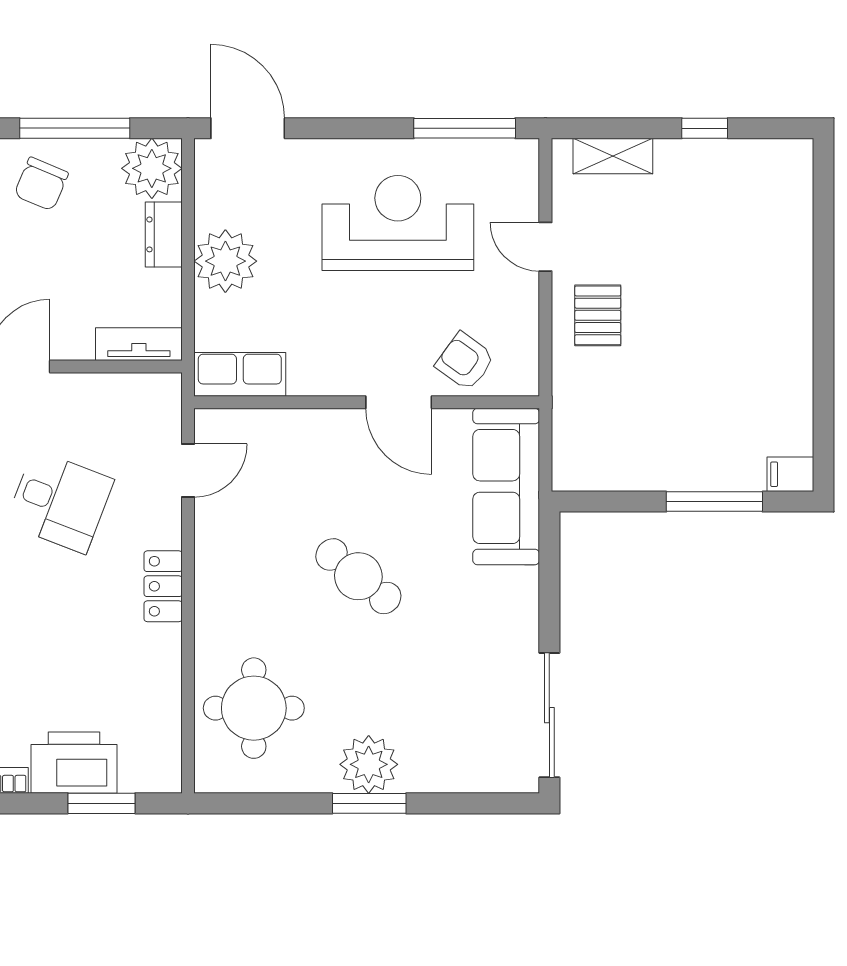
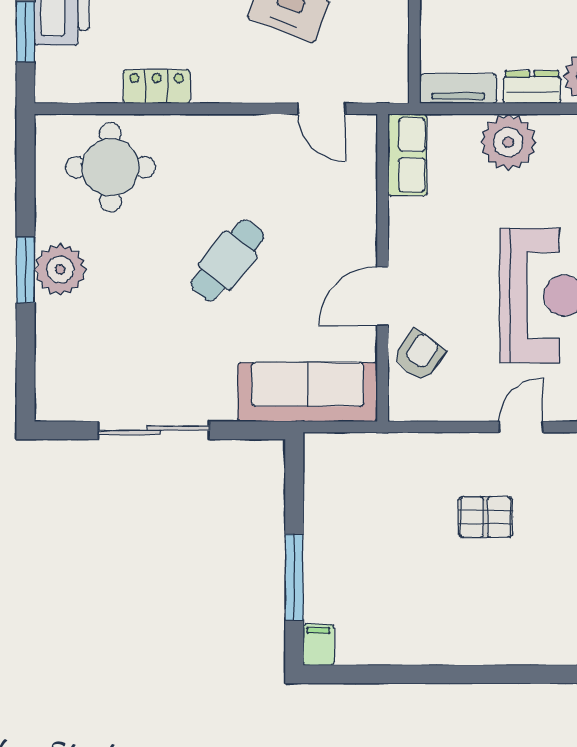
pallet: (598, 315) -> (485, 517), moved
tv unit: (139, 344) -> (458, 89), moved, turned -90
locker: (163, 586) -> (157, 87), moved
sliding door: (549, 715) -> (154, 430), moved

